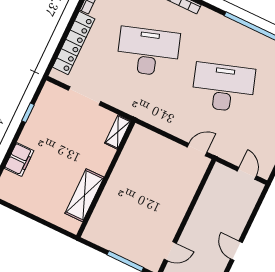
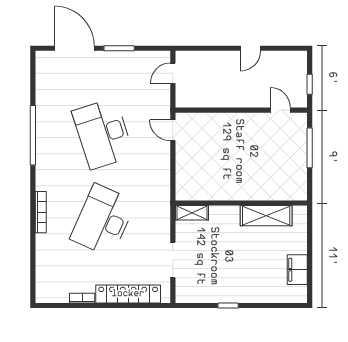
desk: (148, 52) -> (103, 220), turned 42
window: (28, 113) -> (228, 305), moved
filing cabinet: (19, 159) -> (297, 270), moved, turned -90

